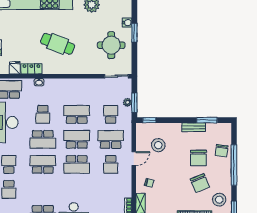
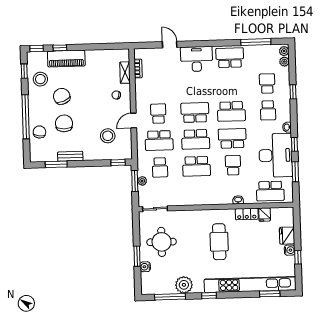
cafe table: (58, 44) -> (219, 242), turned 69

